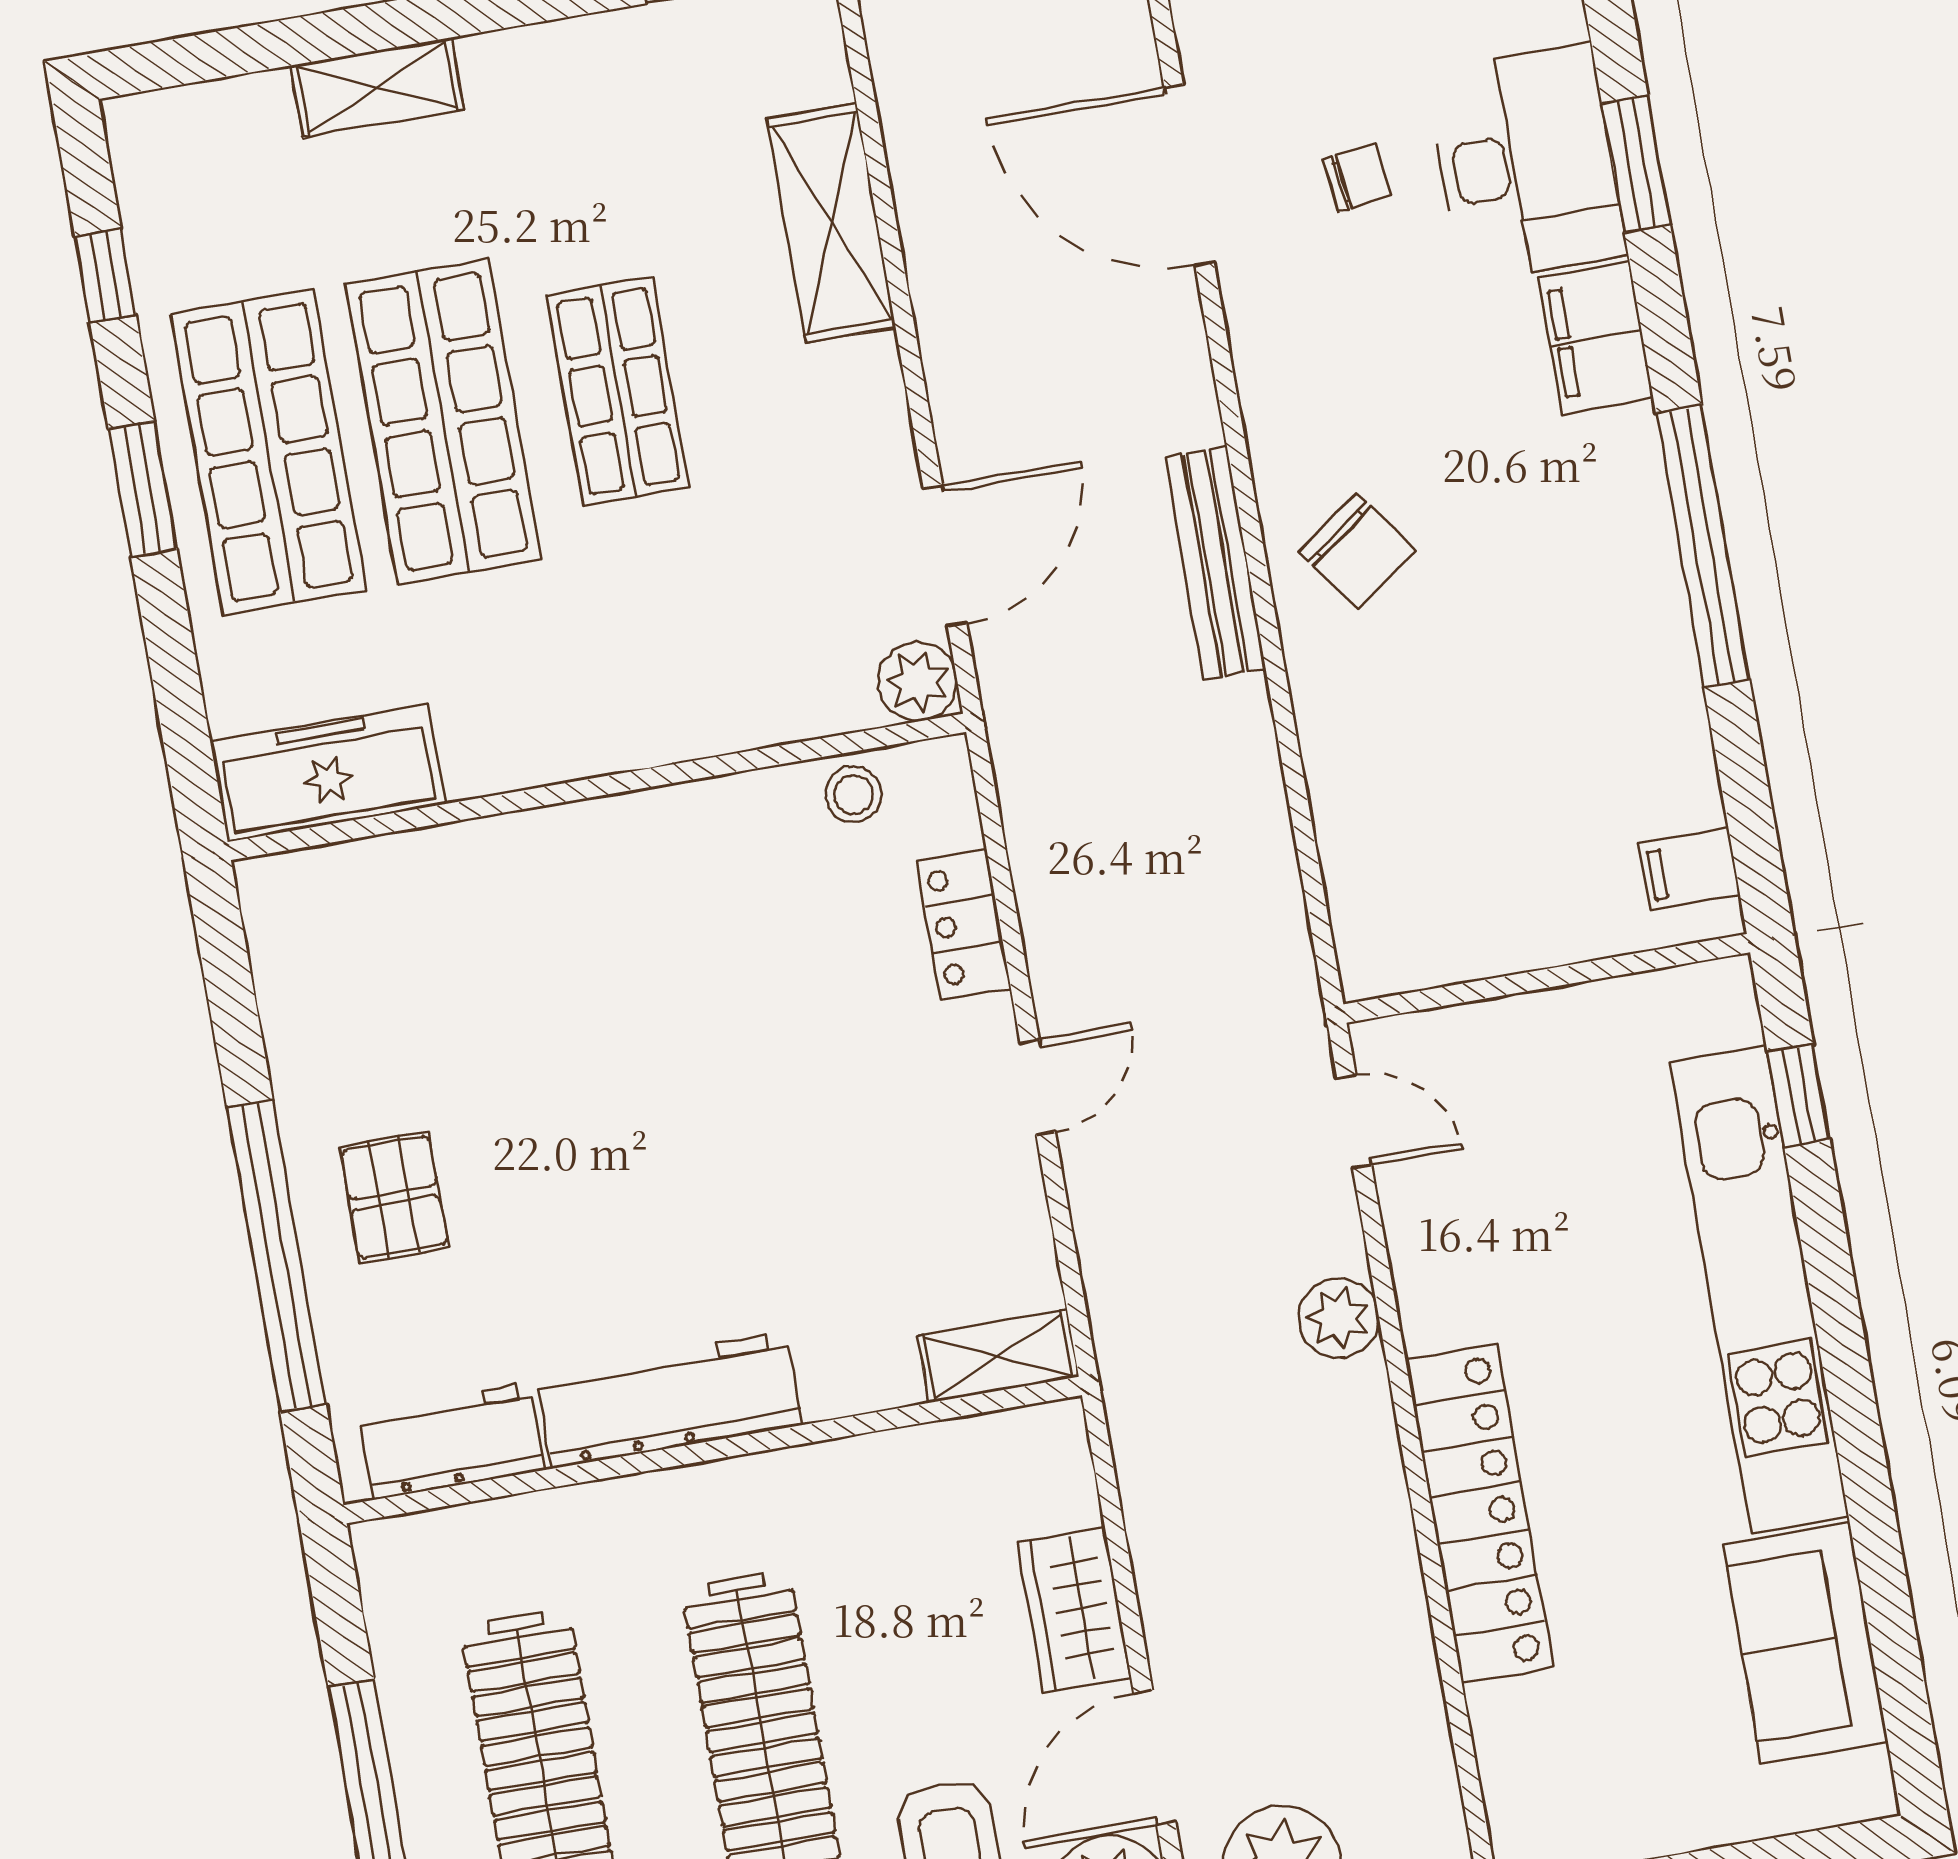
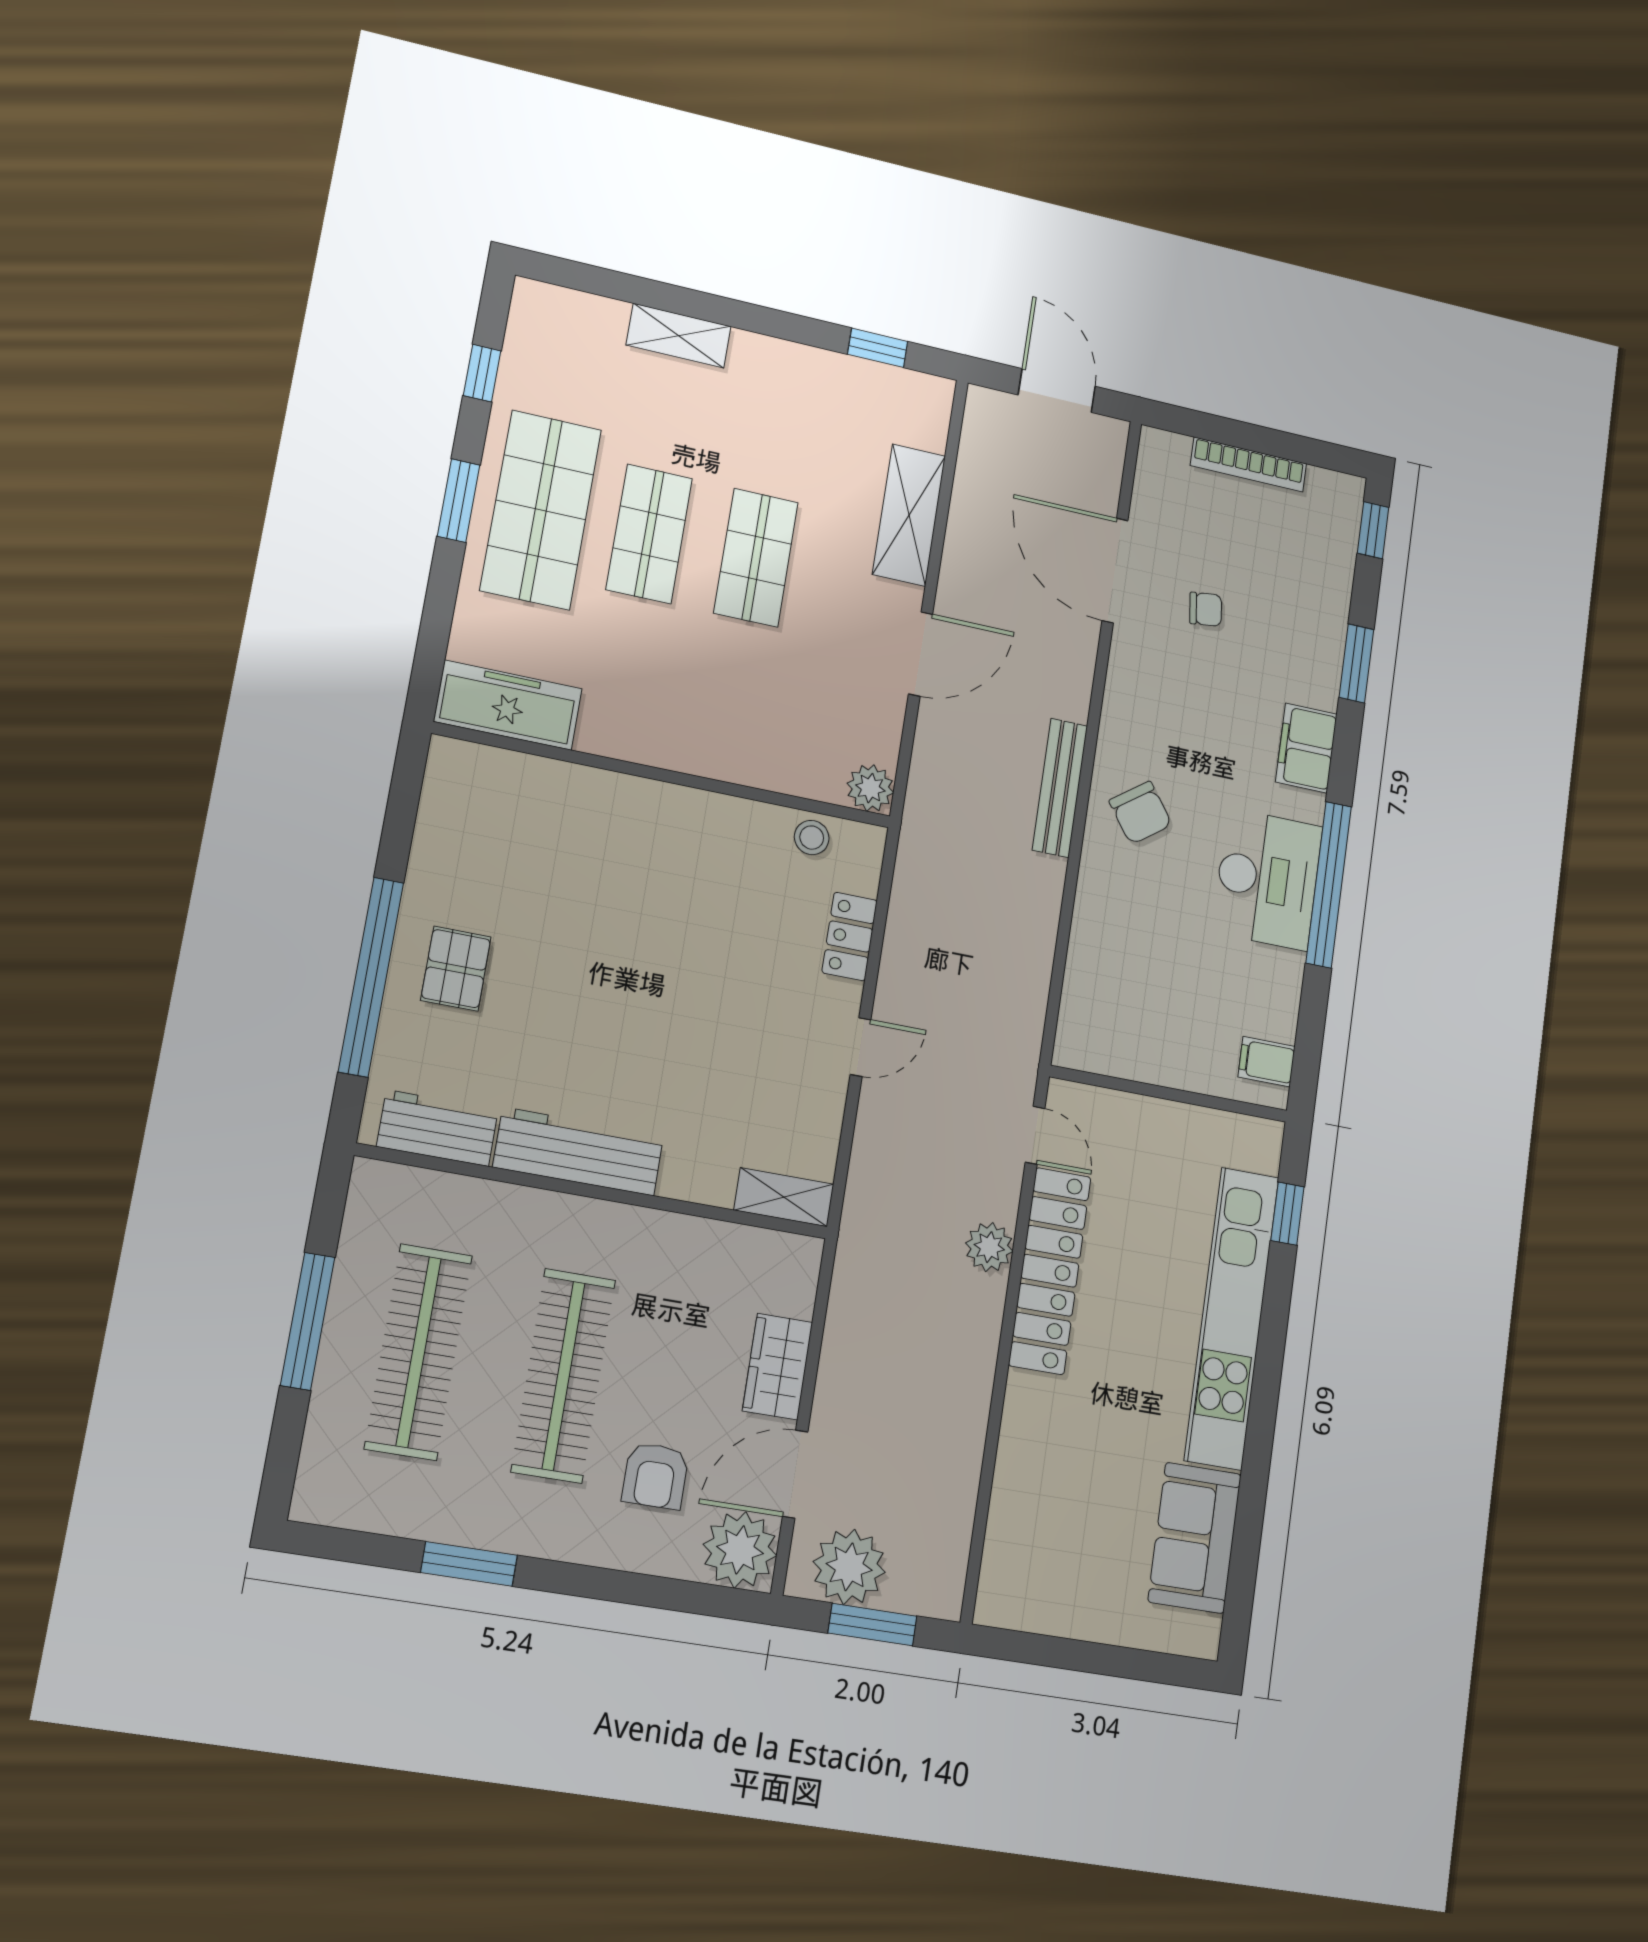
desk: (1526, 163) -> (1267, 879), moved
shop shelf: (443, 422) -> (649, 534), width x0.70, depth x0.74
door: (945, 556) -> (921, 654), moved
locker: (1479, 1513) -> (1050, 1271), moved

